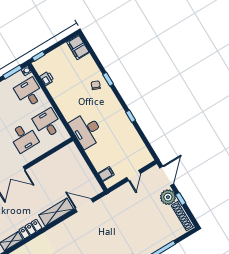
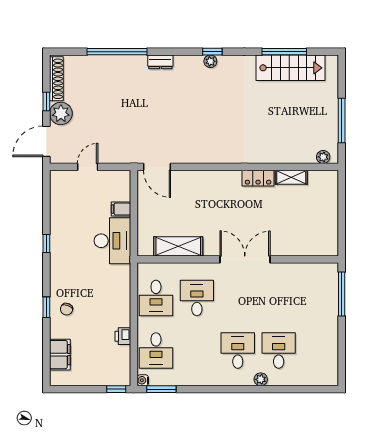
filing cabinet: (78, 47) -> (60, 355), moved
printer: (47, 79) -> (123, 336), moved
desk: (86, 130) -> (112, 241), moved
filing cabinet: (106, 174) -> (121, 209), moved
door: (84, 205) -> (157, 167), moved
shelving: (56, 212) -> (178, 246), moved

